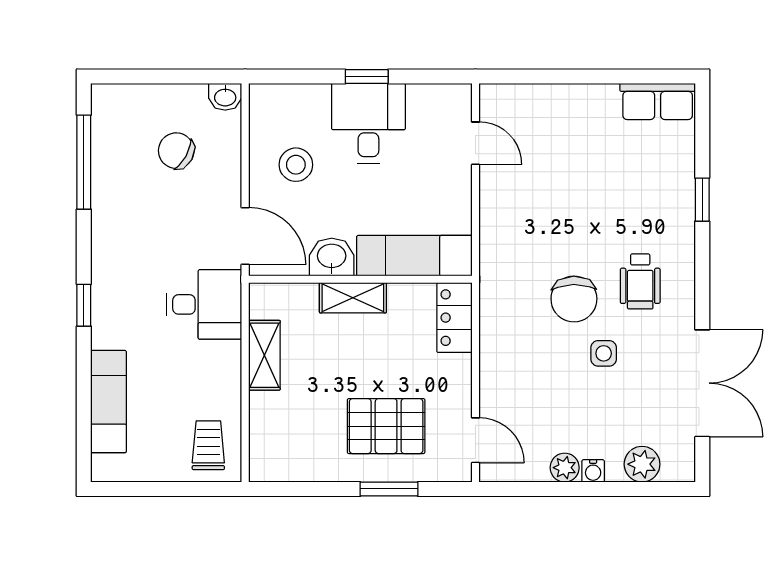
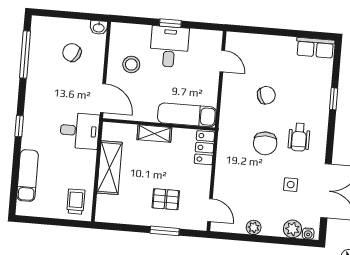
chair: (568, 204) -> (266, 95), added
washbasin: (332, 257) -> (145, 112), removed
side table: (604, 353) -> (291, 185), moved
shelving: (264, 355) -> (110, 168), width x1.50, depth x1.33
pallet: (386, 426) -> (166, 199), width x0.67, depth x0.71
water cooler: (593, 471) -> (308, 234), moved

